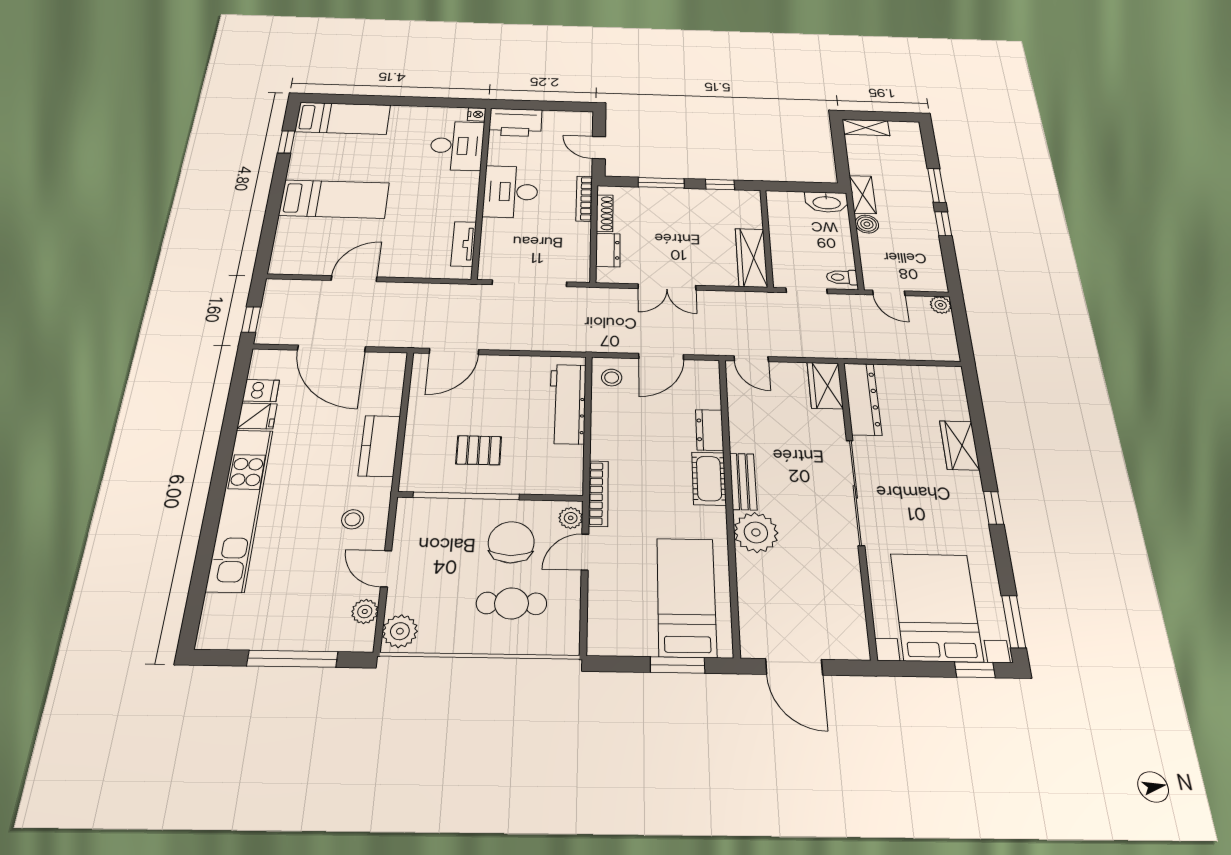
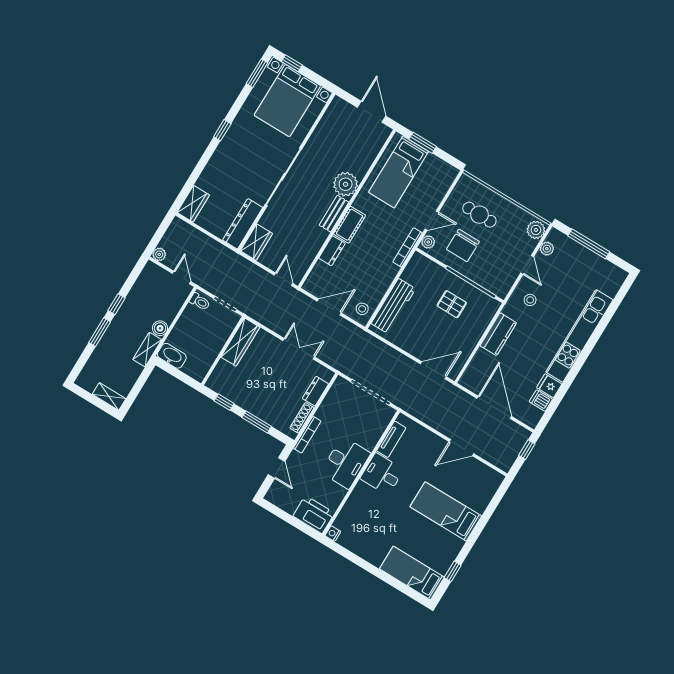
desk: (457, 146) -> (382, 474), moved, width x0.73
wardrobe: (959, 445) -> (193, 204), moved

